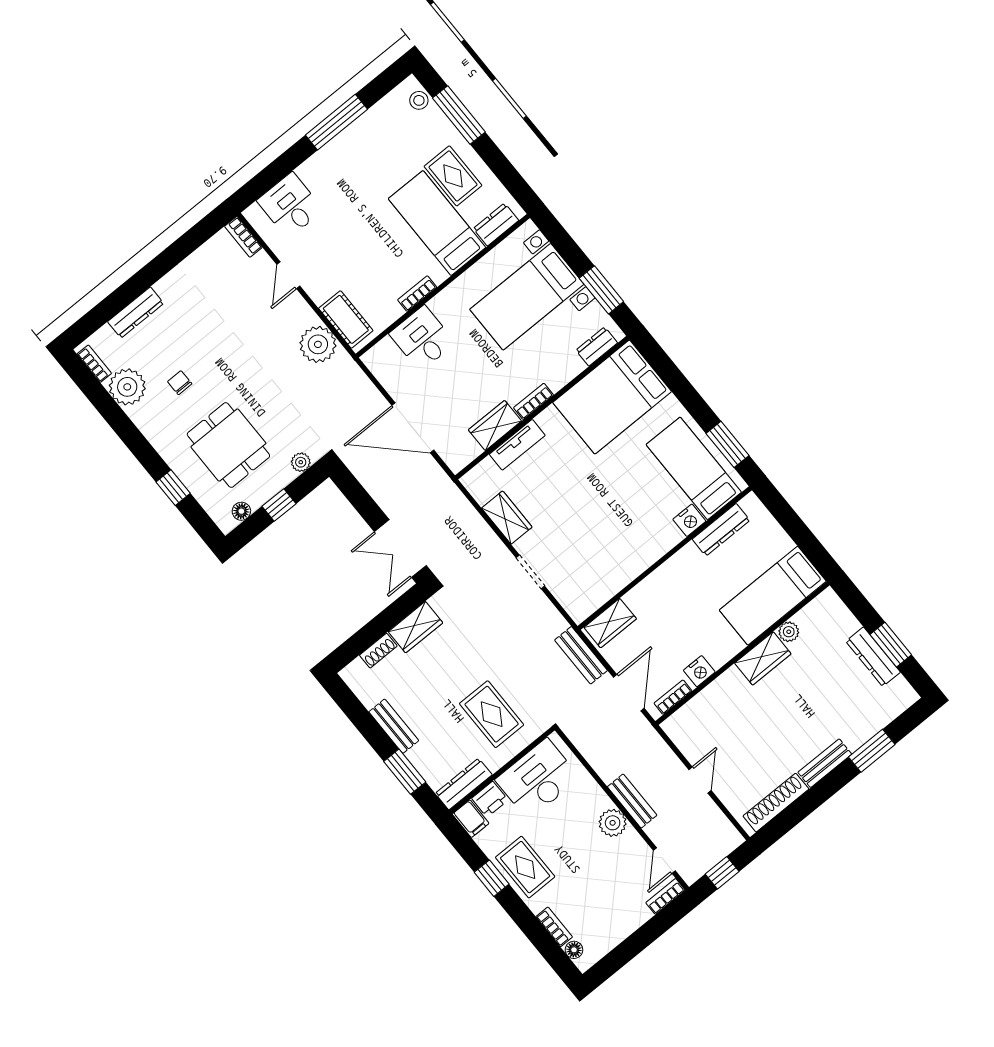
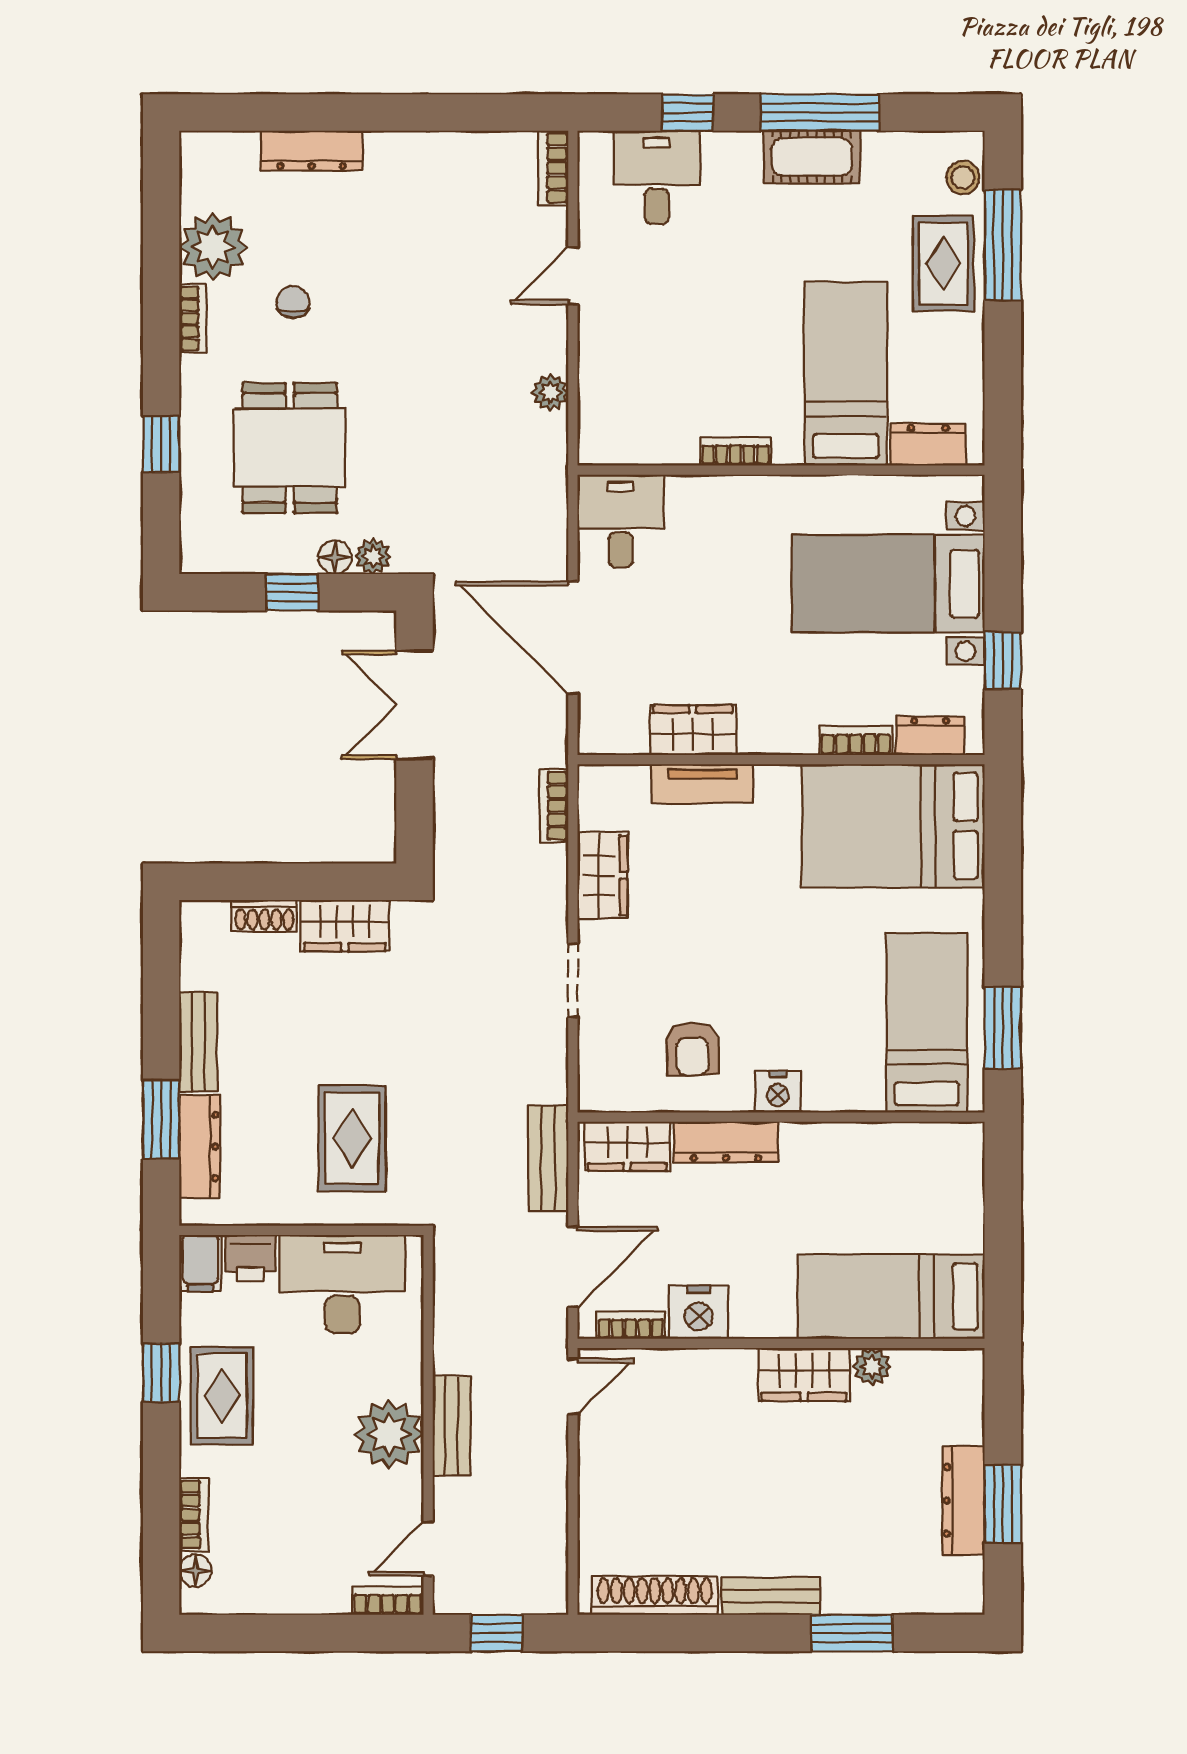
window: (281, 167) -> (688, 113), added
rug: (453, 176) -> (943, 263), moved
window: (601, 290) -> (1003, 660), width x0.67
cot: (346, 319) -> (812, 157), moved, turned 90
desk: (422, 338) -> (621, 521), moved
plant: (318, 344) -> (550, 393), width x0.53, depth x0.53
bookcase: (94, 364) -> (193, 319), moved
bookcase: (533, 401) -> (856, 741), moved
bookcase: (462, 505) -> (554, 806), added
floor lamp: (241, 511) -> (335, 557), moved
nightstand: (689, 520) -> (778, 1092), moved
dresser: (721, 530) -> (726, 1142), moved
double door: (400, 549) -> (415, 705), moved
armchair: (604, 560) -> (692, 1049), added
nightstand: (699, 671) -> (699, 1312), width x1.36, depth x1.33
door: (700, 780) -> (573, 1387), moved
dresser: (464, 784) -> (199, 1147), moved, turned 90
plant: (613, 823) -> (389, 1434), width x1.36, depth x1.36

